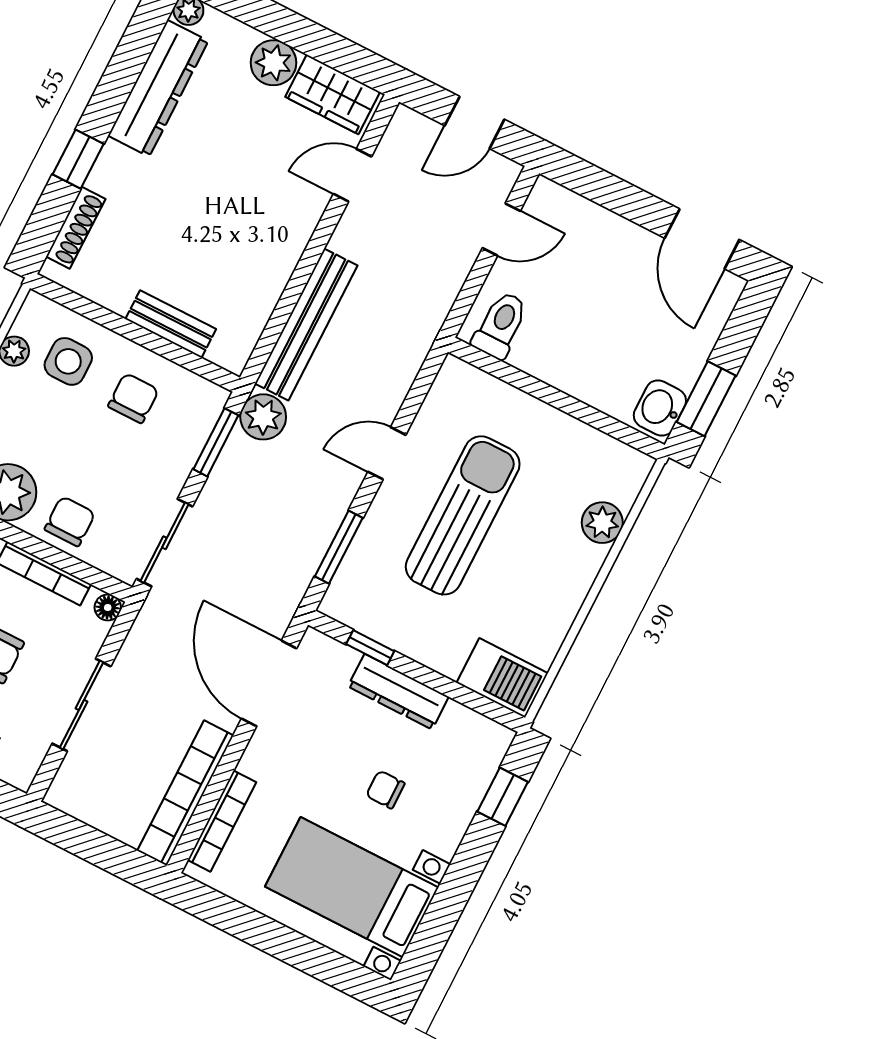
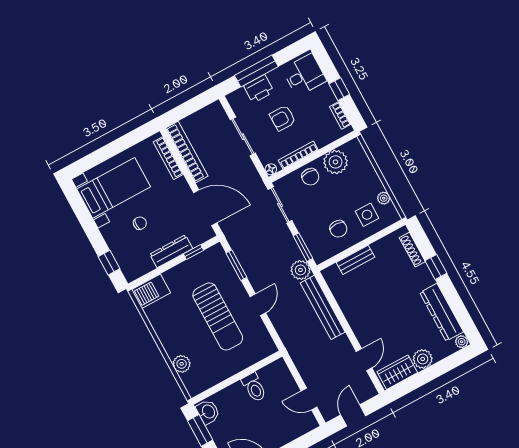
door: (501, 230) -> (309, 399), hinge flipped
toilet: (500, 325) -> (254, 387), moved

